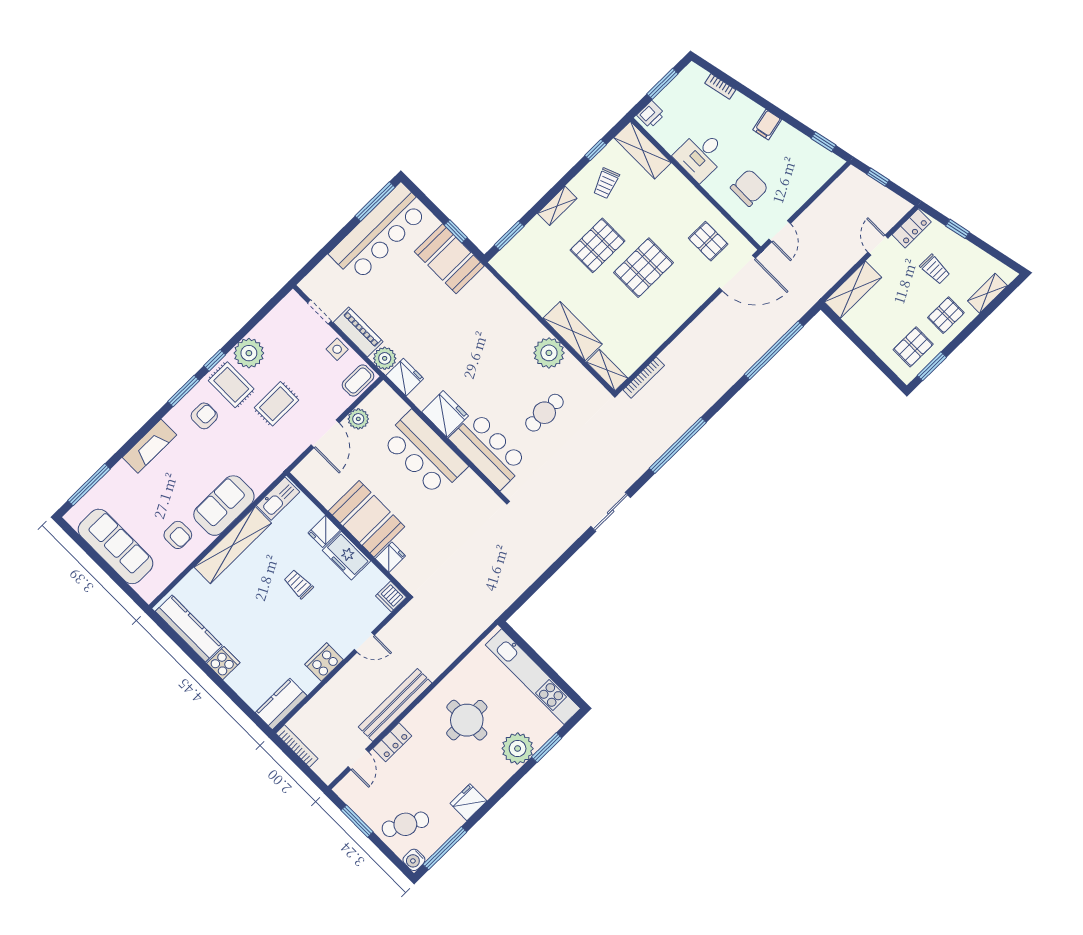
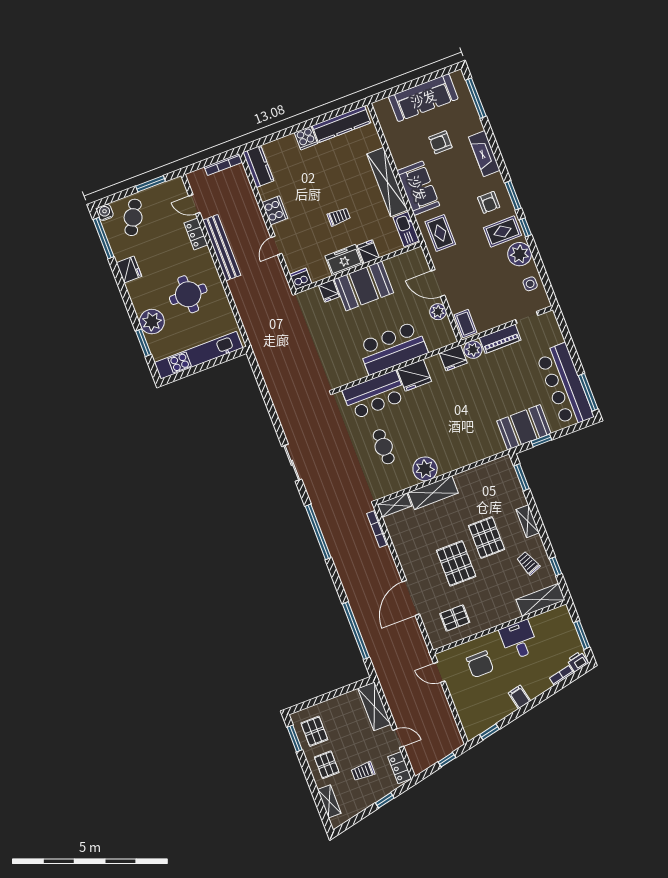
printer: (651, 114) -> (578, 661), moved, turned 78
door: (737, 273) -> (411, 598), moved
side table: (337, 349) -> (530, 284), moved
rug: (277, 404) -> (440, 233), moved
armchair: (178, 535) -> (440, 142), moved

